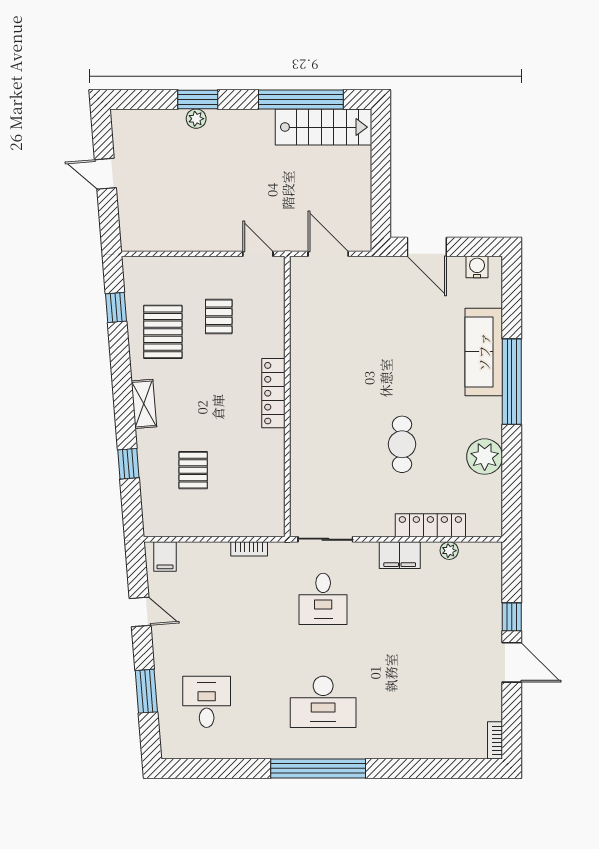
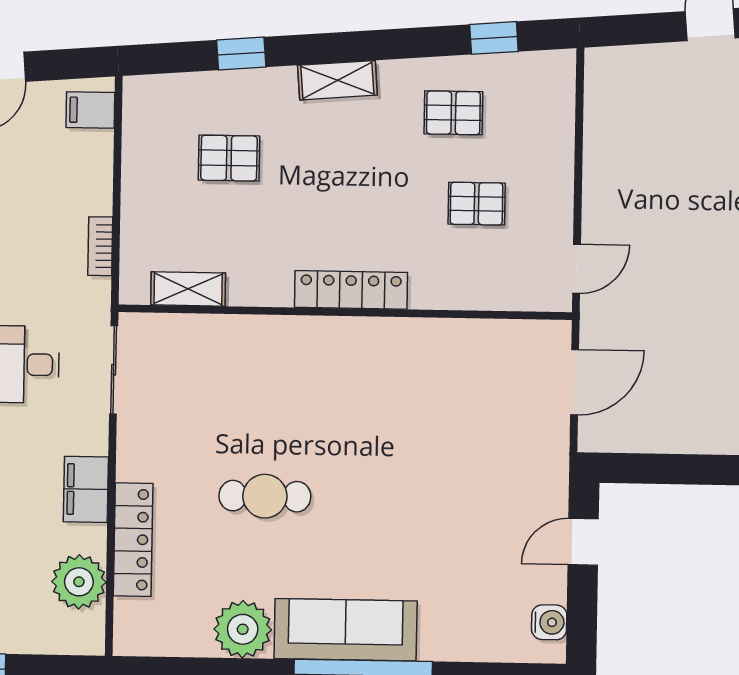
door: (427, 247) -> (583, 542), width x0.73
pallet: (163, 332) -> (453, 113), width x0.67, depth x0.71
sofa: (484, 352) -> (346, 630), moved
shelving: (275, 494) -> (188, 289), added
plant: (449, 551) -> (79, 582), width x1.88, depth x1.88

